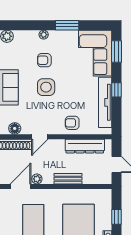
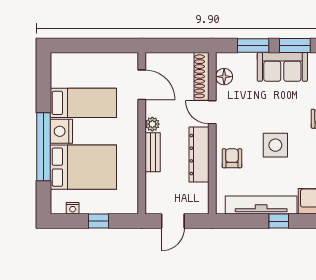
side table: (46, 87) -> (275, 145), moved
dresser: (85, 146) -> (199, 155), moved
plant: (37, 179) -> (152, 124), moved

